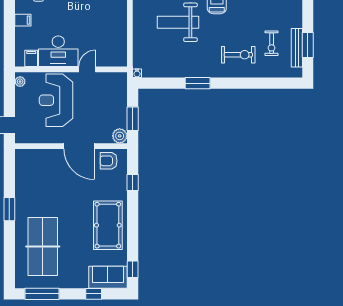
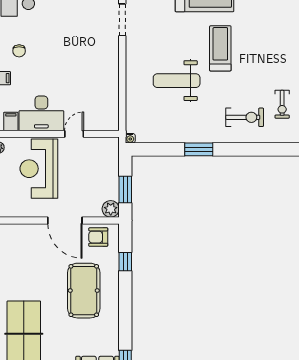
pool table: (108, 225) -> (84, 291), moved

